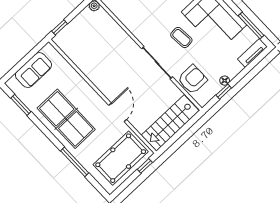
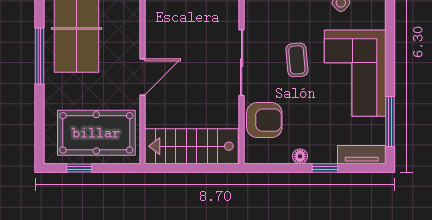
window: (224, 92) -> (325, 168), moved
window: (75, 162) -> (39, 56), moved
window: (145, 166) -> (79, 168), moved

